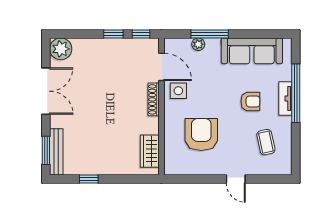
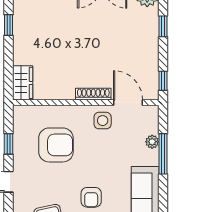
window: (113, 34) -> (163, 26), moved
door: (162, 67) -> (128, 103), swing flipped
wardrobe: (150, 151) -> (23, 83), moved, turned 90
window: (200, 179) -> (9, 144), added

